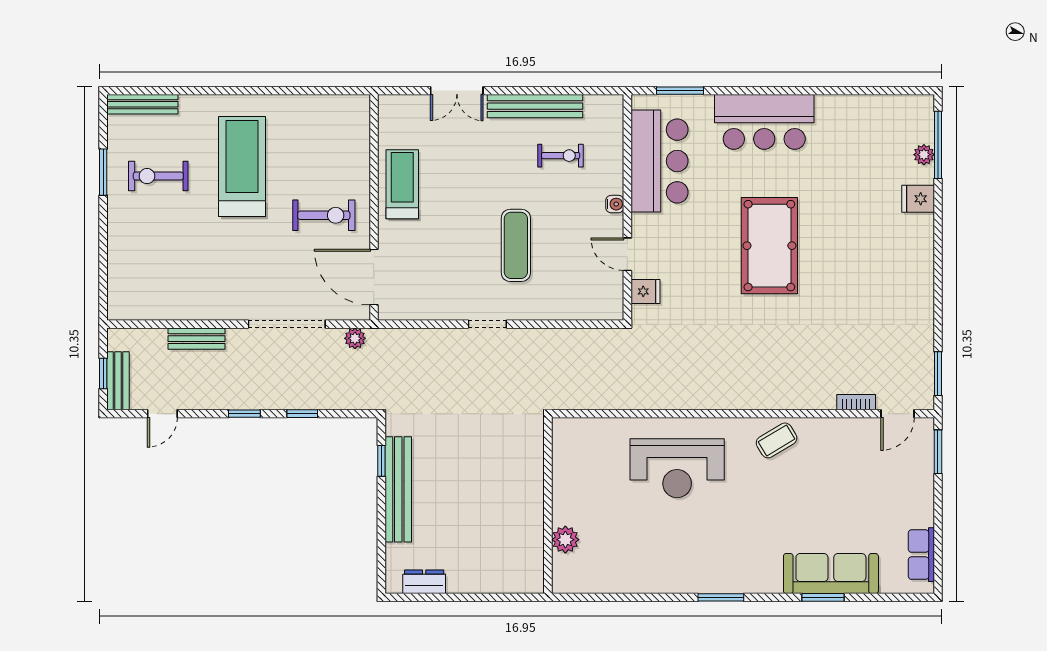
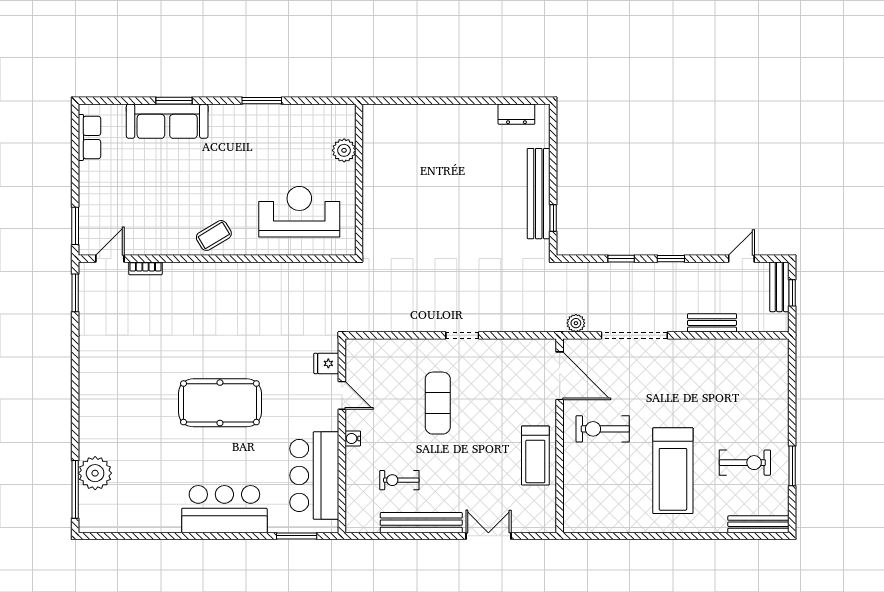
plant: (924, 155) -> (95, 473), width x1.88, depth x1.88
fridge: (918, 199) -> (92, 443), removed
pool table: (769, 246) -> (220, 403), turned 90
wall: (548, 505) -> (359, 180), moved
plant: (565, 540) -> (344, 150), moved

